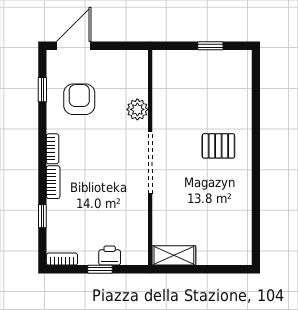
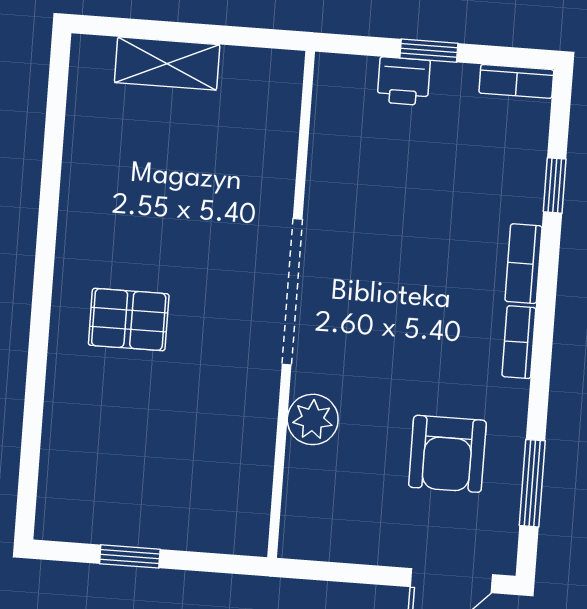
window: (42, 90) -> (532, 483), width x1.50
shelving: (174, 255) -> (167, 64), moved

